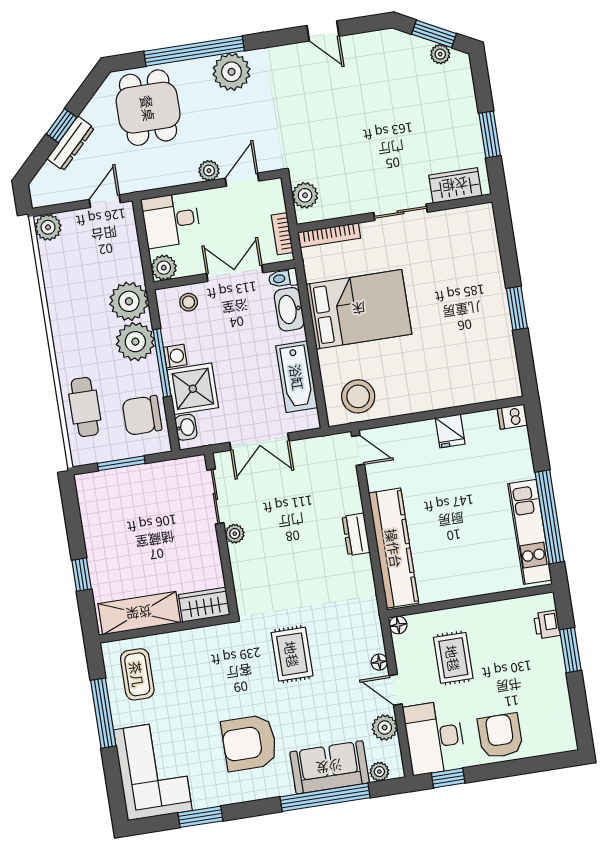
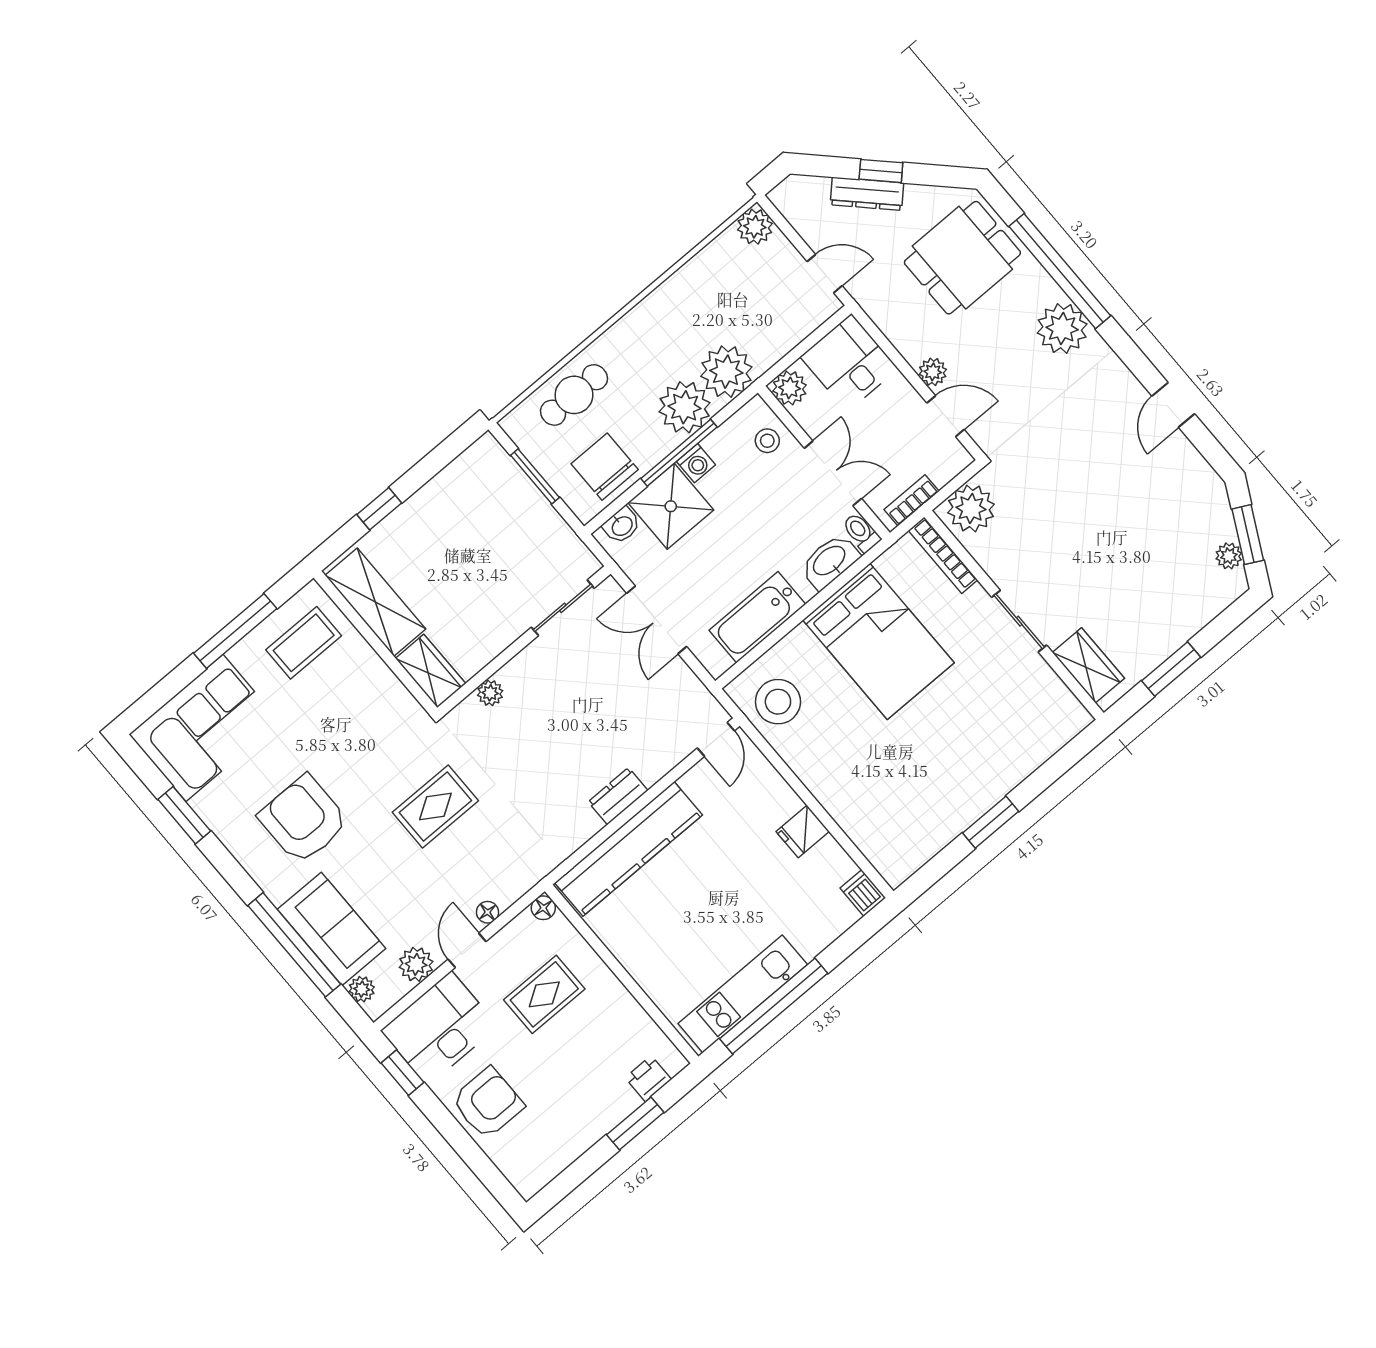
plant: (305, 195) -> (971, 508), width x1.36, depth x1.36
plant: (235, 534) -> (490, 693), moved

